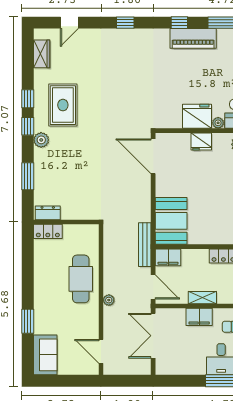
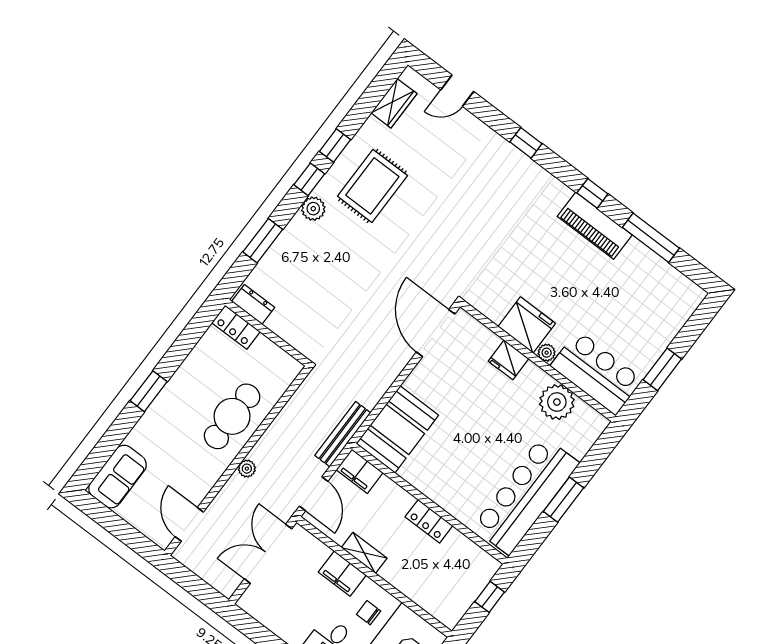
window: (28, 321) -> (149, 391), moved

